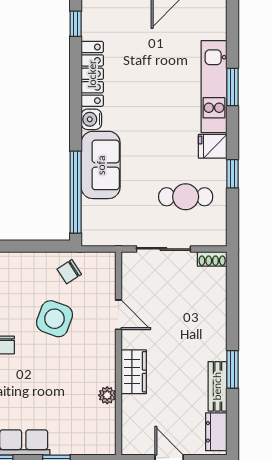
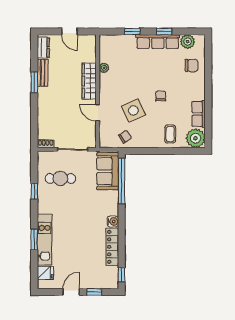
fridge: (213, 146) -> (45, 273), moved
sofa: (101, 165) -> (108, 171), moved
side table: (55, 319) -> (133, 110), turned 45
wardrobe: (134, 372) -> (89, 81), width x1.50

